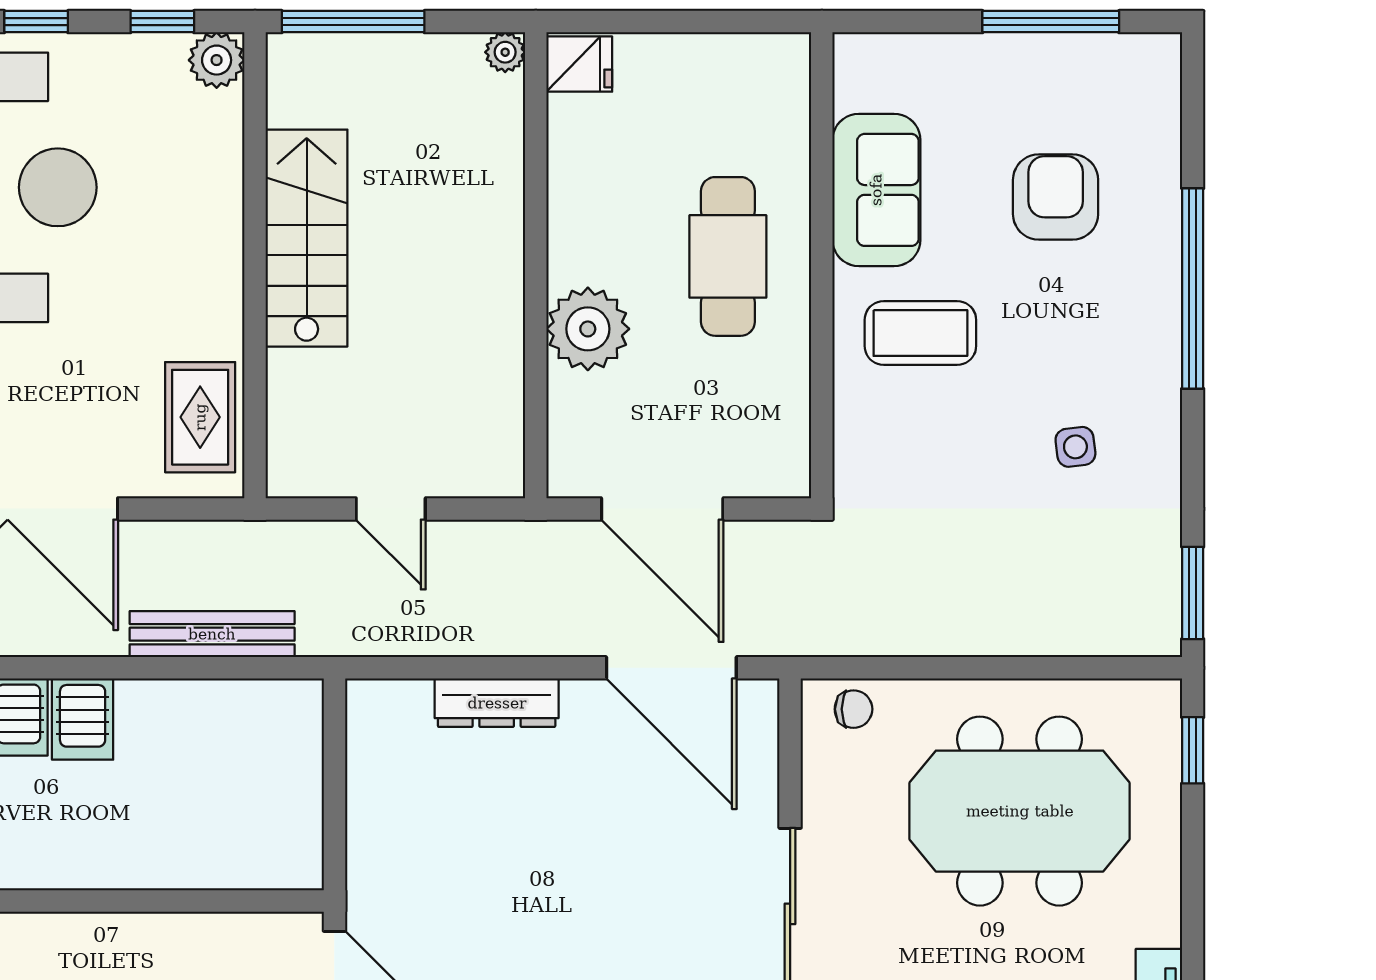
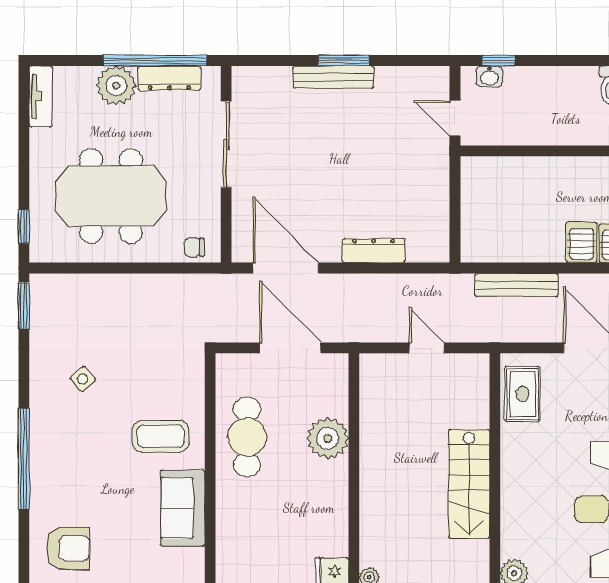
armchair: (1056, 197) -> (68, 548), moved, turned -90
cafe table: (728, 256) -> (247, 437), moved
side table: (1075, 447) -> (83, 379), turned -36

